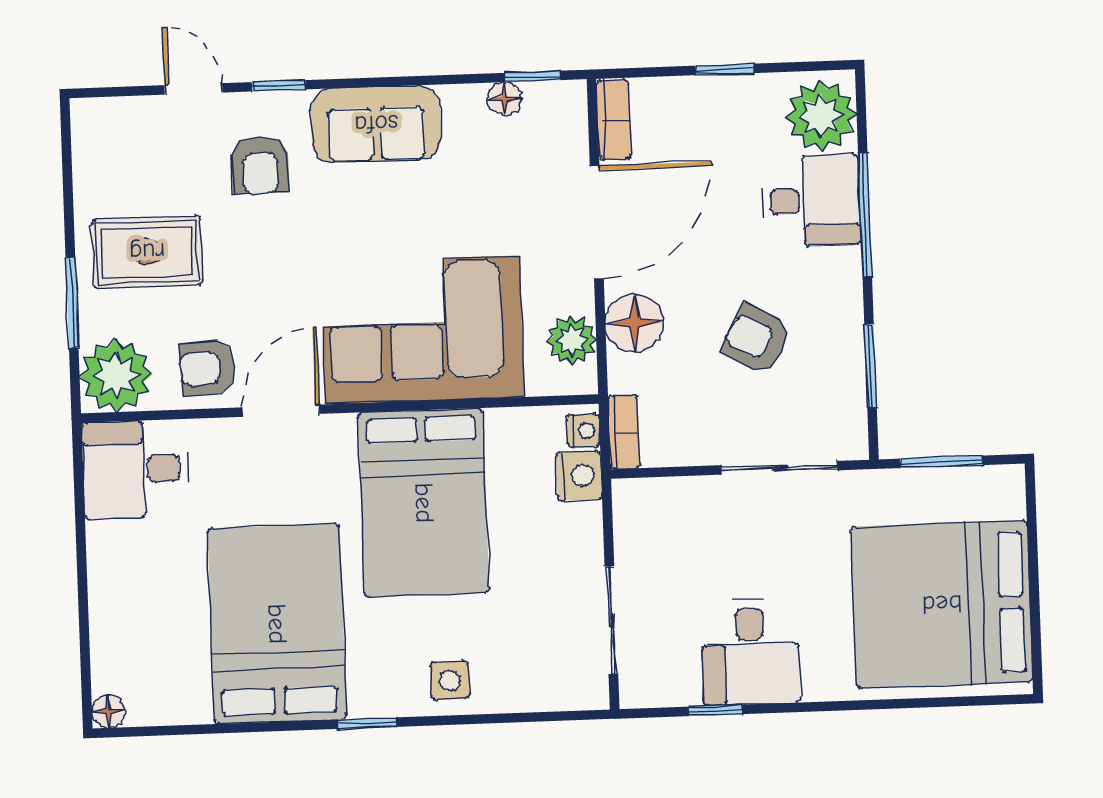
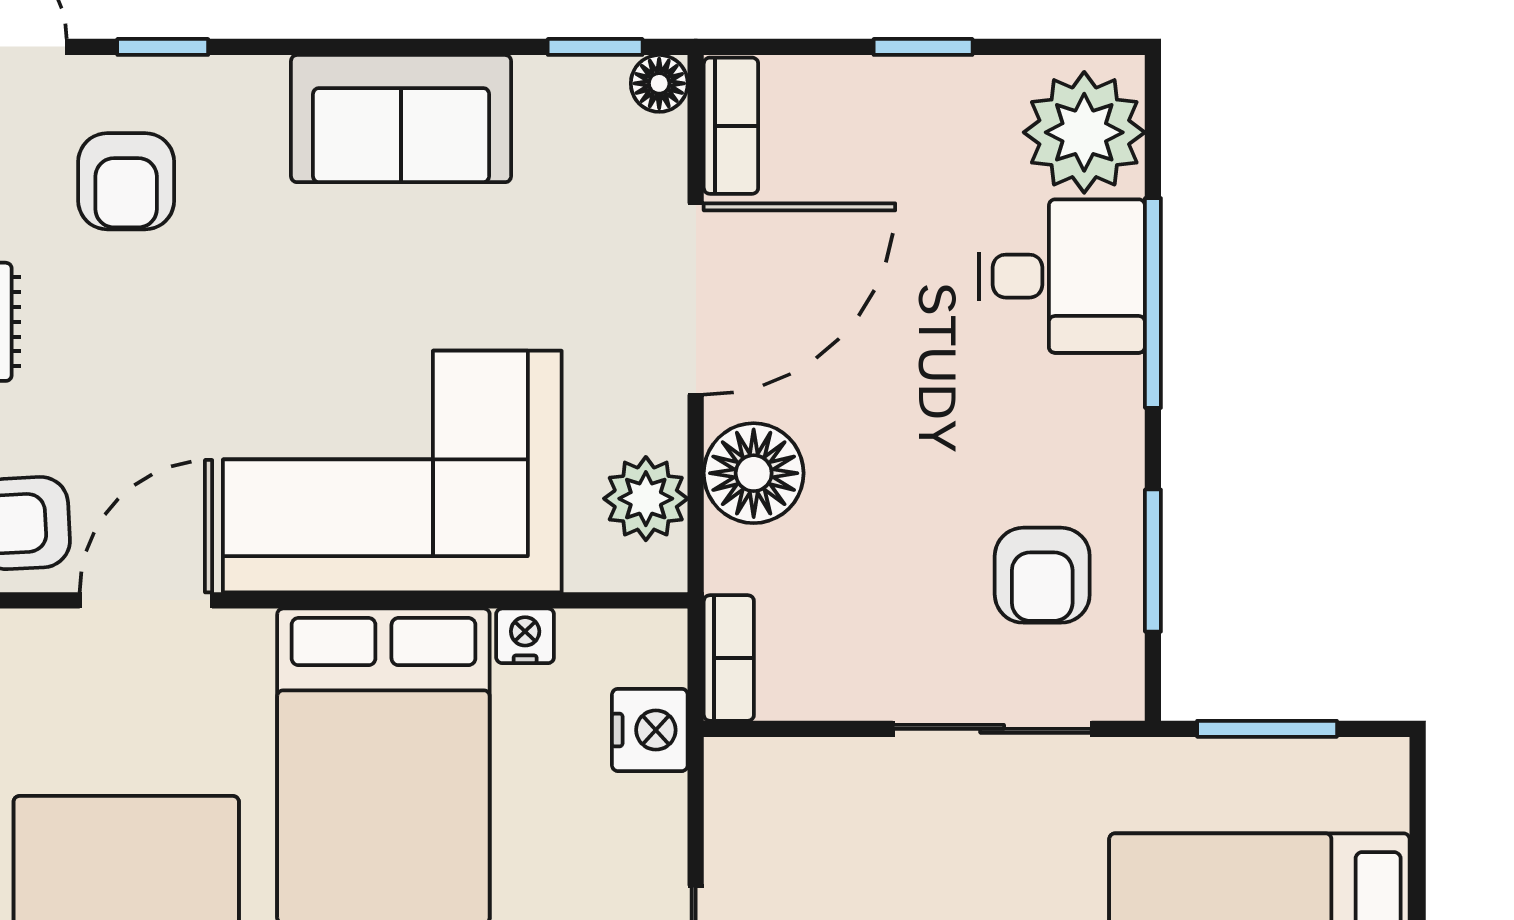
floor lamp: (504, 99) -> (659, 83), moved
sofa: (376, 124) -> (401, 119), moved
armchair: (757, 340) -> (1042, 575), moved, turned -118
nightstand: (584, 431) -> (525, 636), moved, turned -90

